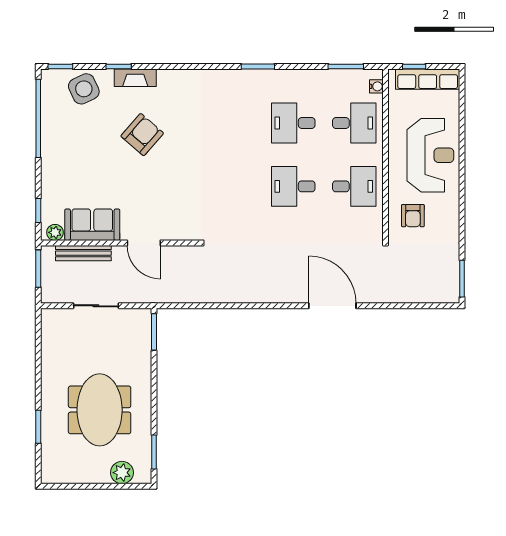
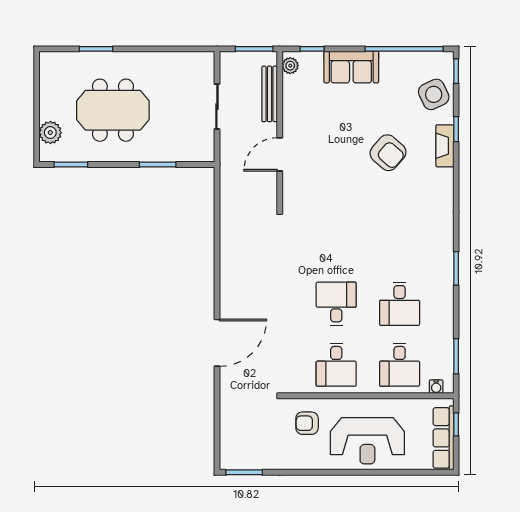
desk: (293, 123) -> (400, 304), turned 180
sofa: (92, 225) -> (351, 67), moved, turned 90
window: (154, 332) -> (158, 165), moved

